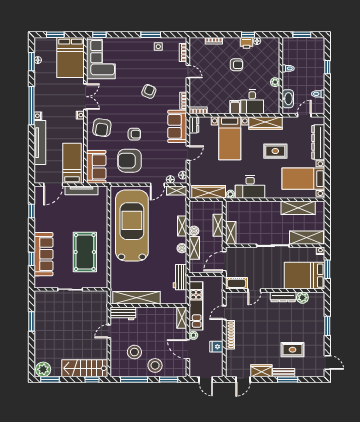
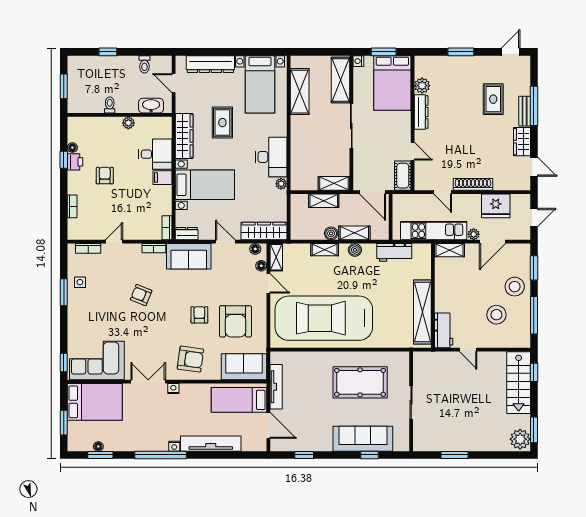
wardrobe: (209, 192) -> (264, 231), moved, turned 90
fridge: (216, 347) -> (496, 206), width x1.88, depth x1.34
window: (288, 380) -> (534, 106), width x1.44

